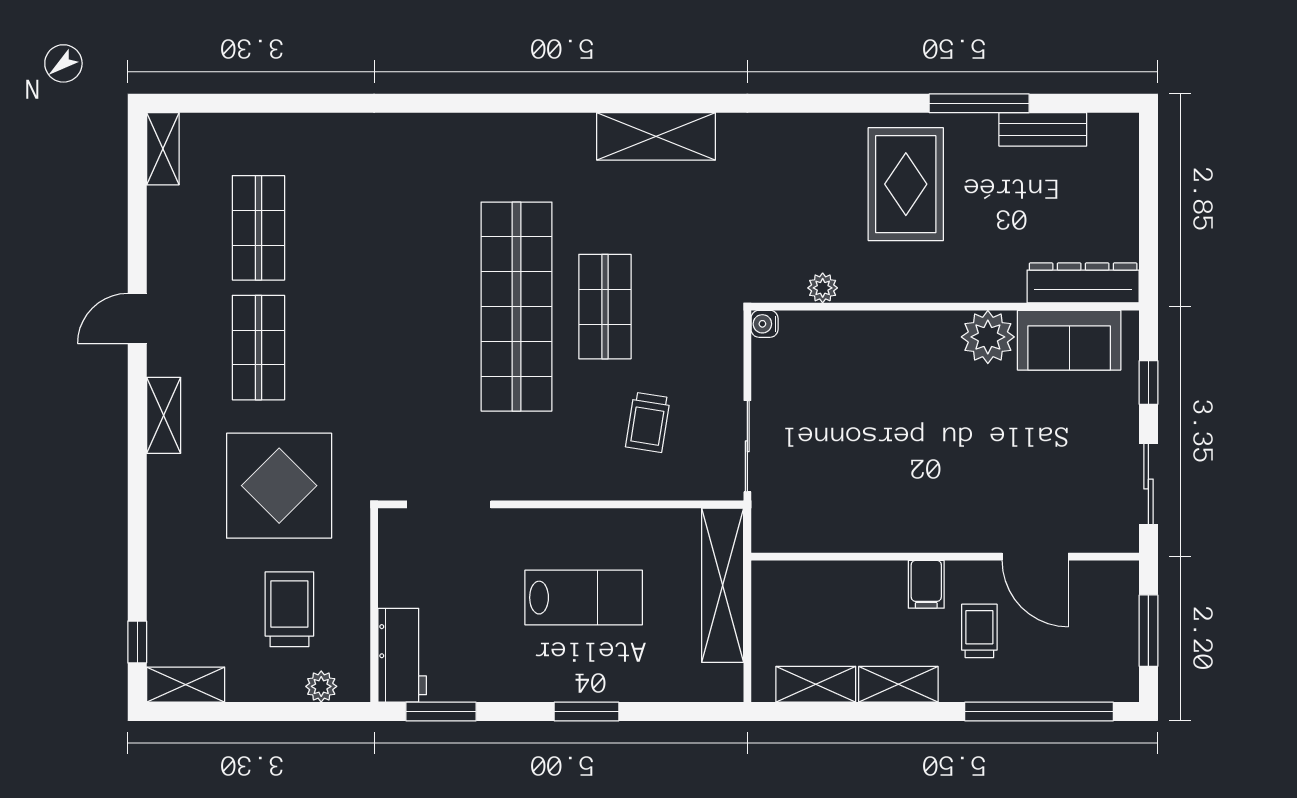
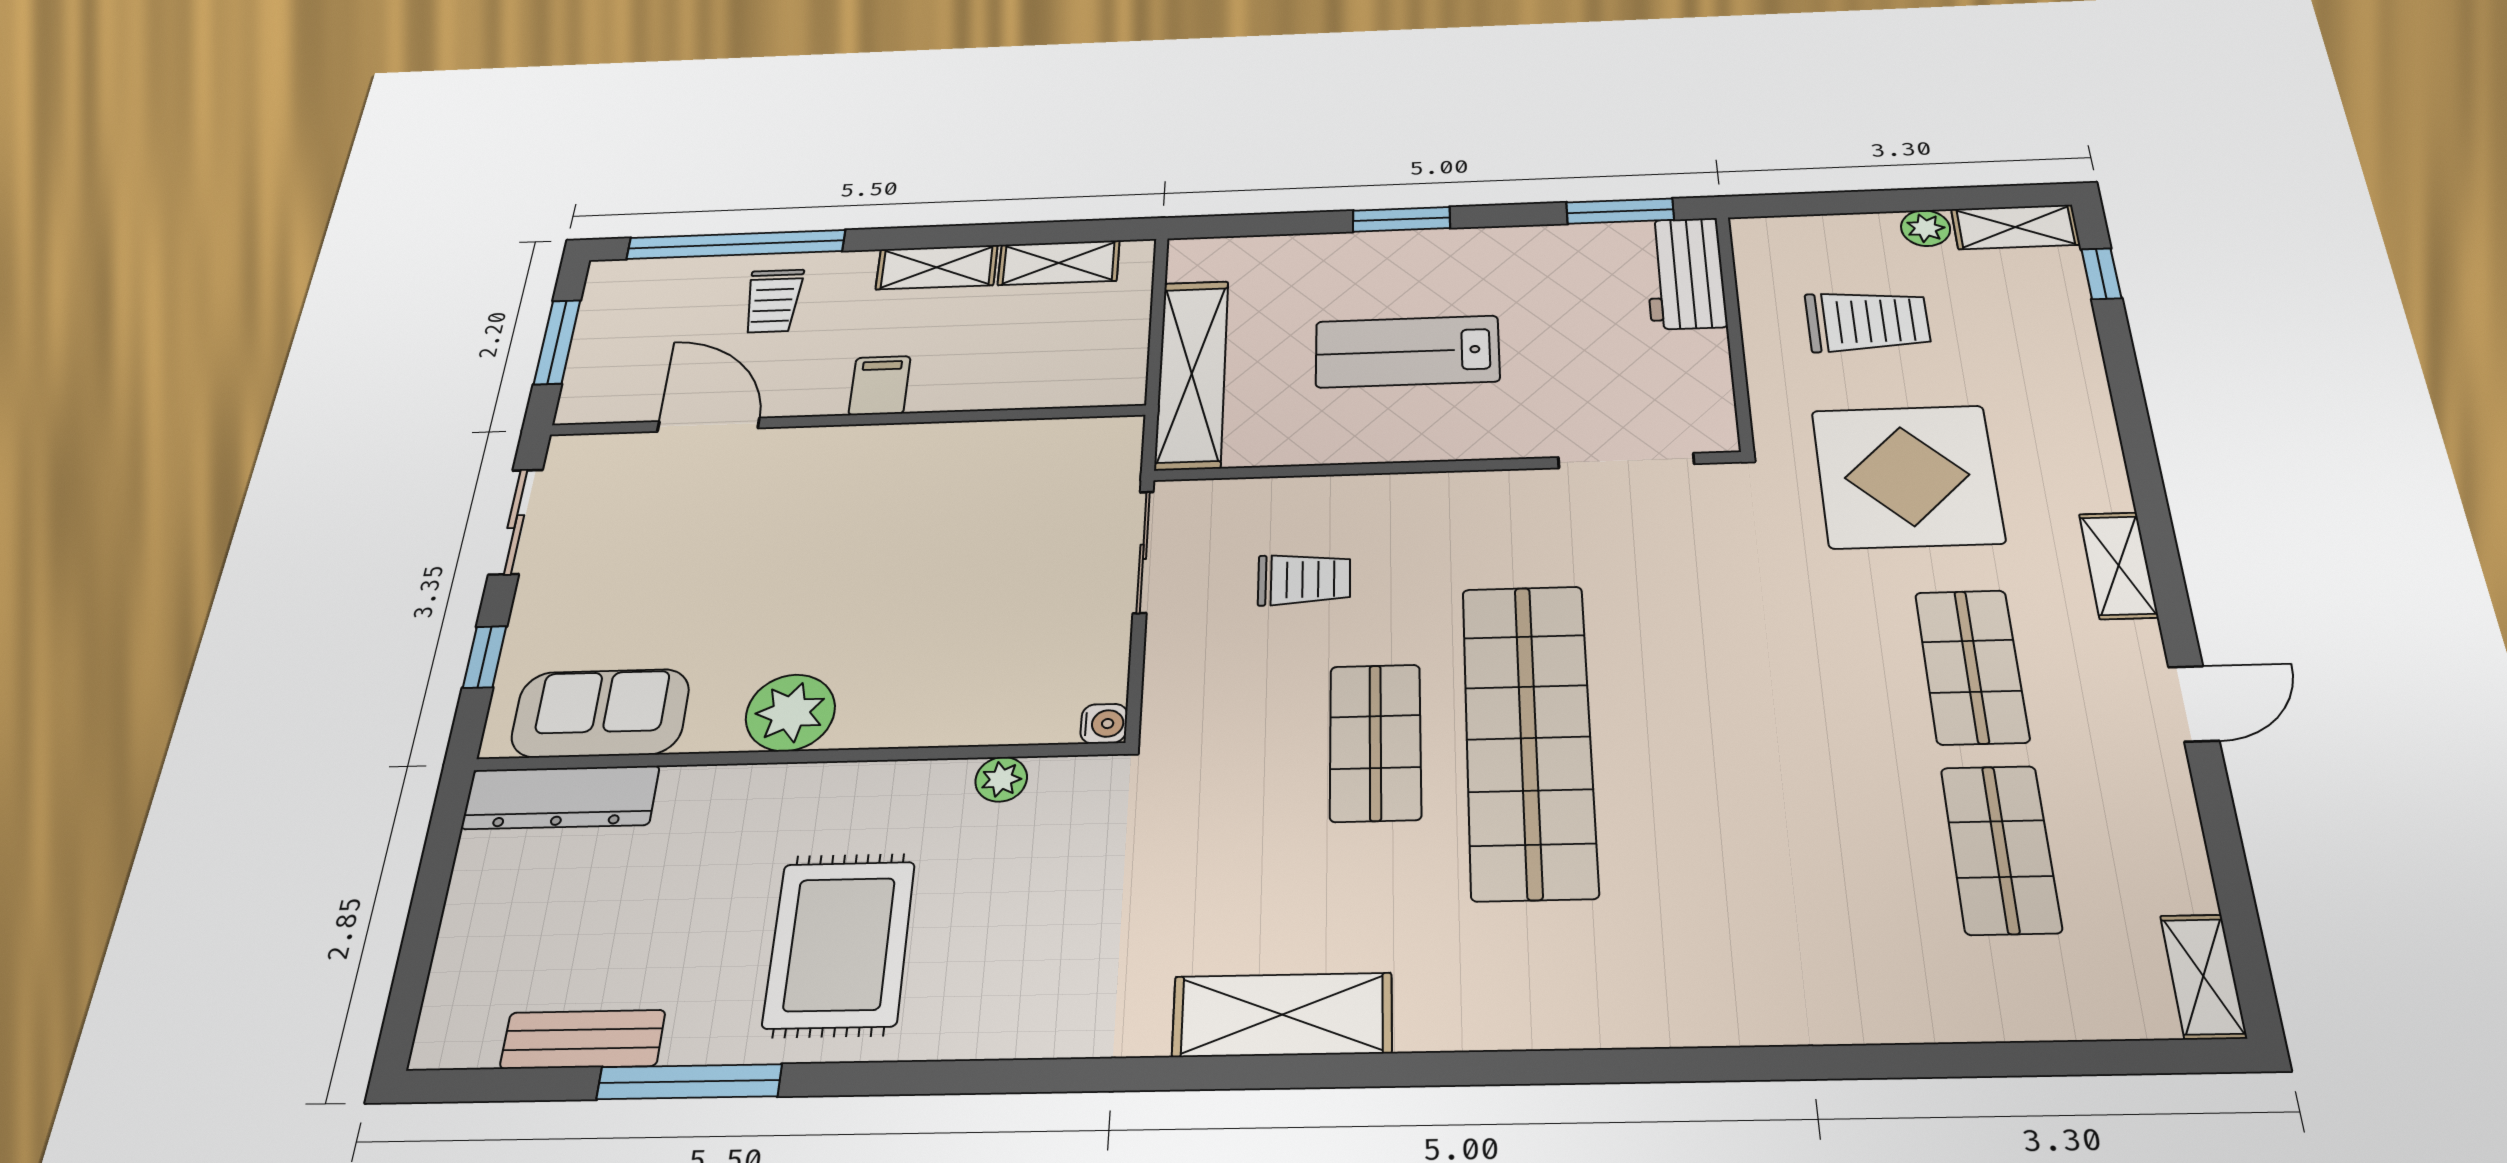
plant: (988, 337) -> (790, 713), moved
trolley: (648, 422) -> (1304, 579), turned 81
trolley: (289, 609) -> (1868, 321), turned -90
trolley: (979, 631) -> (773, 301), moved
plant: (321, 686) -> (1926, 228), moved

